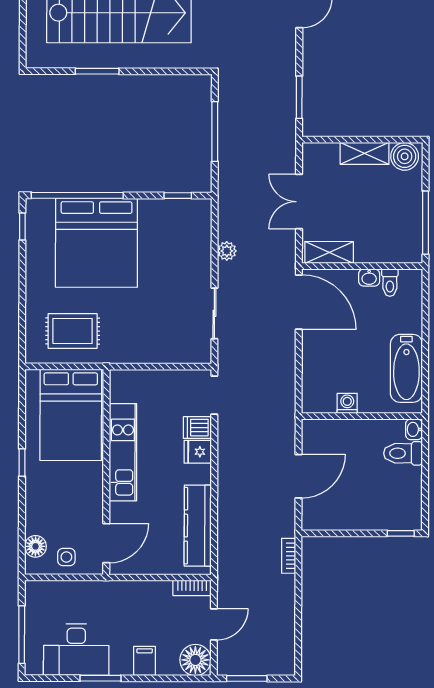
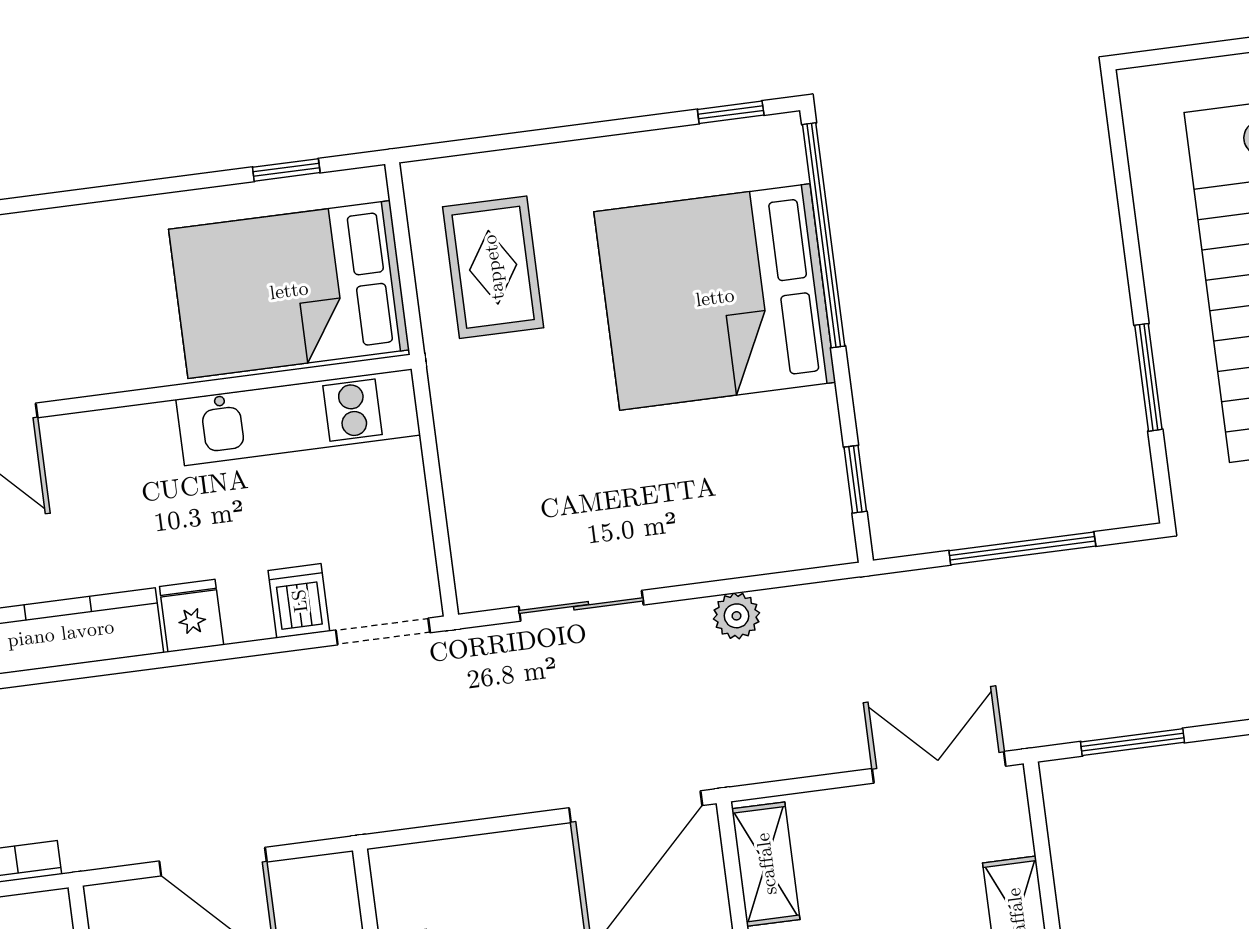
window: (97, 71) -> (1148, 377), moved
double door: (299, 202) -> (939, 767), moved
kitchen unit: (123, 452) -> (298, 417), moved
fridge: (198, 452) -> (192, 616), moved
window: (22, 462) -> (286, 170), moved

